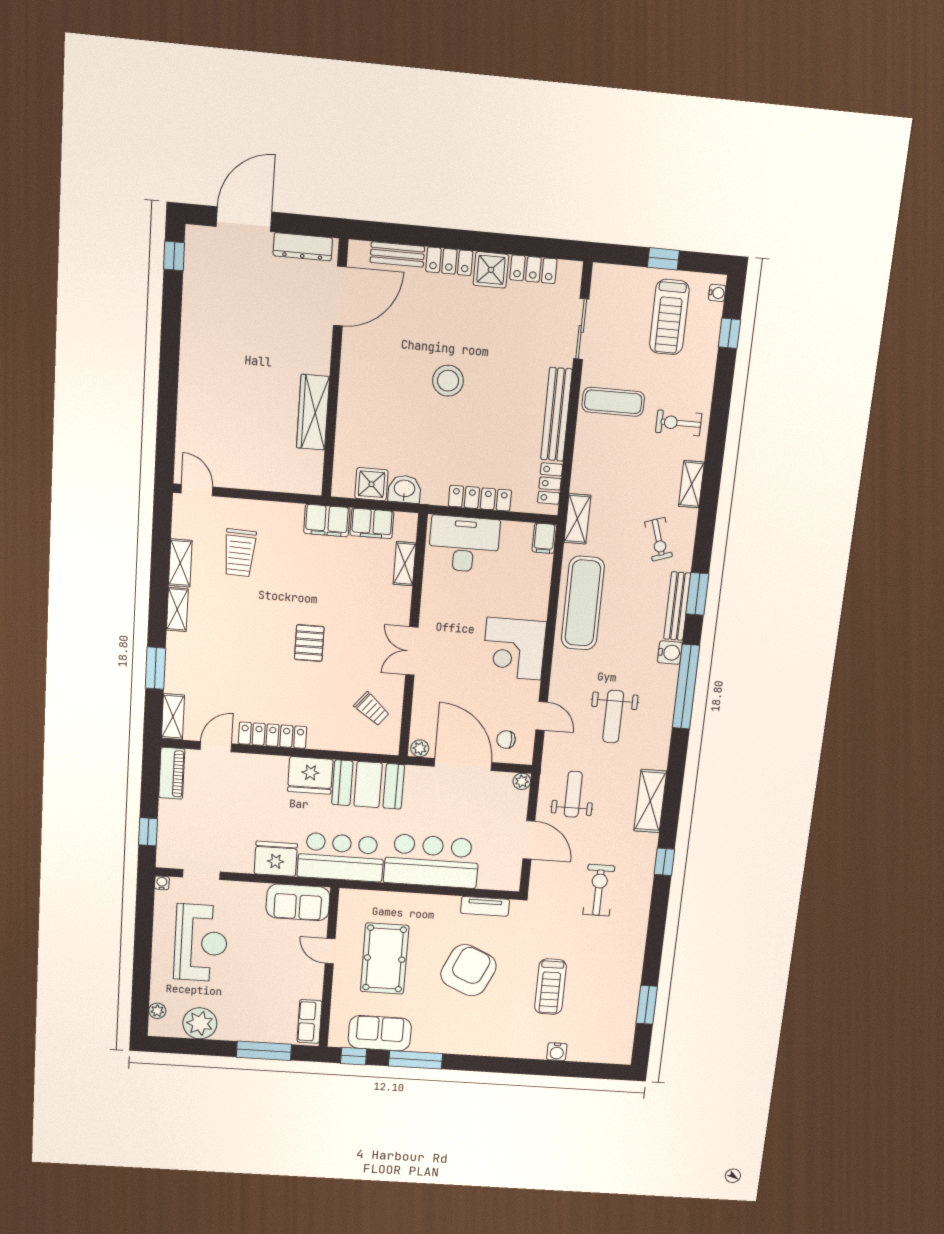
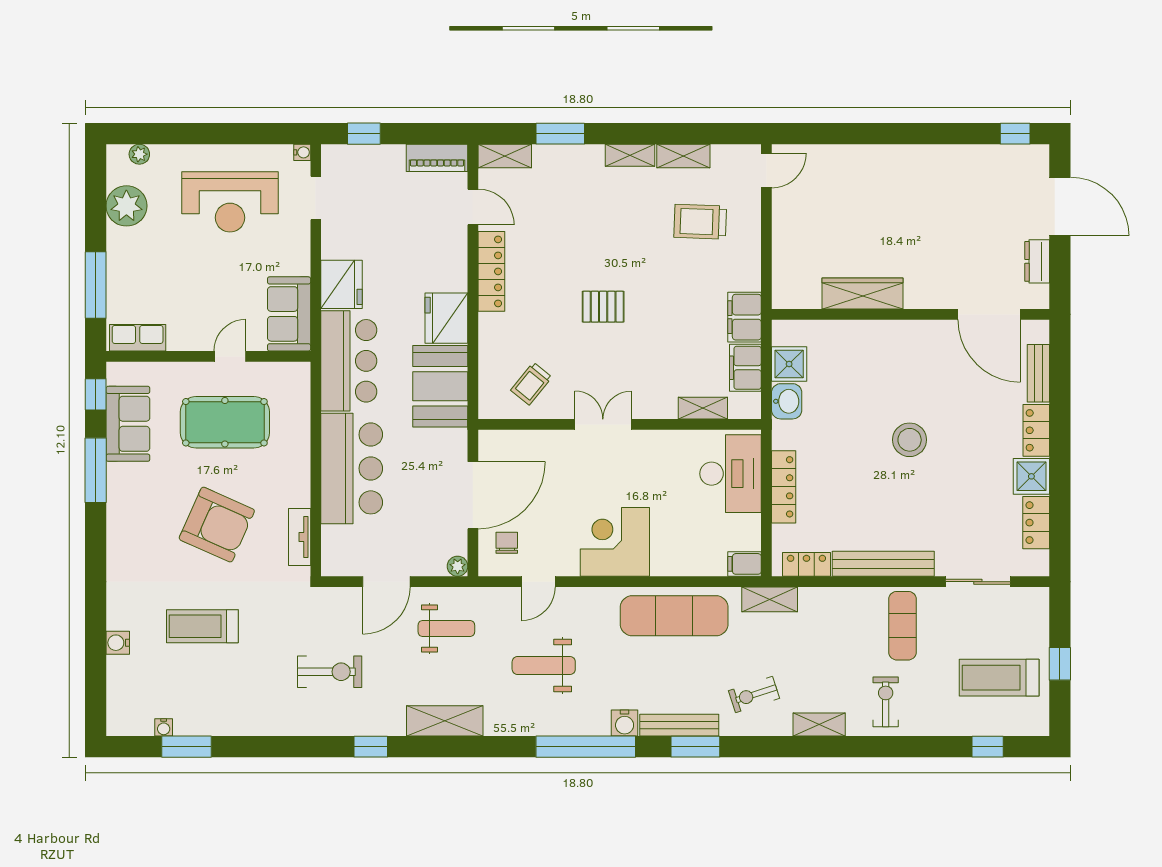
dresser: (303, 247) -> (1037, 261), width x0.70
water cooler: (717, 293) -> (164, 727), moved
plant: (420, 748) -> (489, 443), removed

